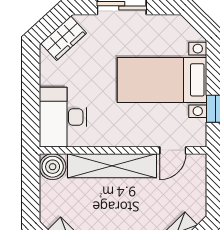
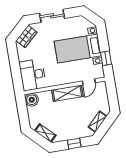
shelving: (112, 166) -> (67, 93), width x0.68

